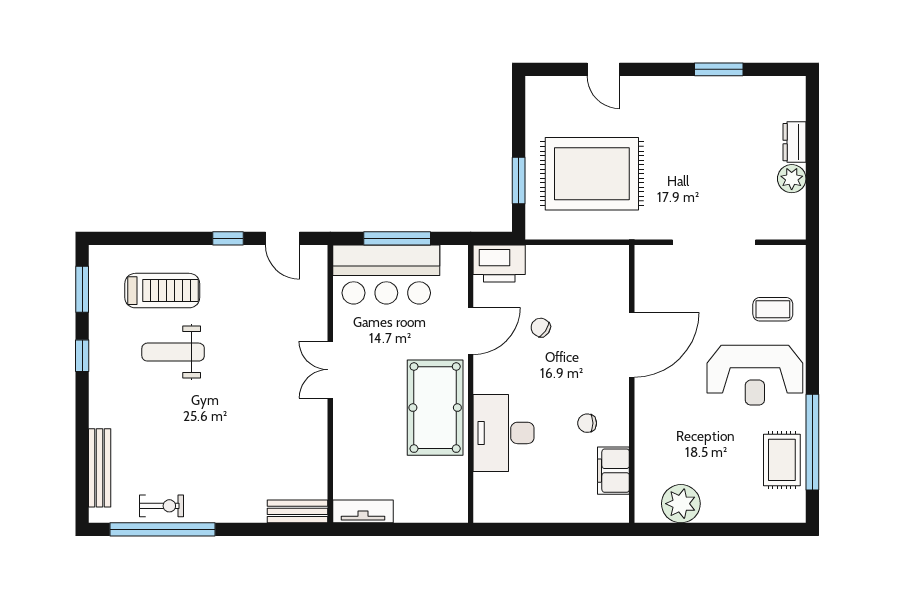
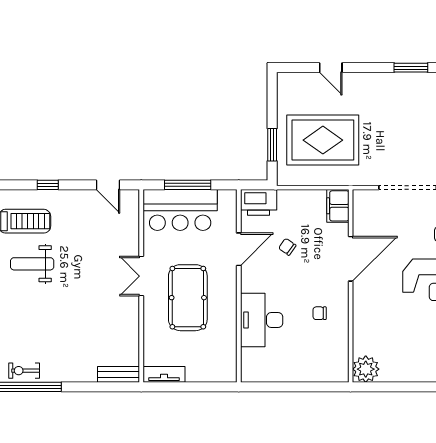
window: (228, 238) -> (48, 185), moved
pool table: (435, 408) -> (188, 298), moved
filing cabinet: (613, 471) -> (338, 206), moved
plant: (681, 504) -> (366, 369), moved
exercise bike: (161, 506) -> (24, 371), turned 180

